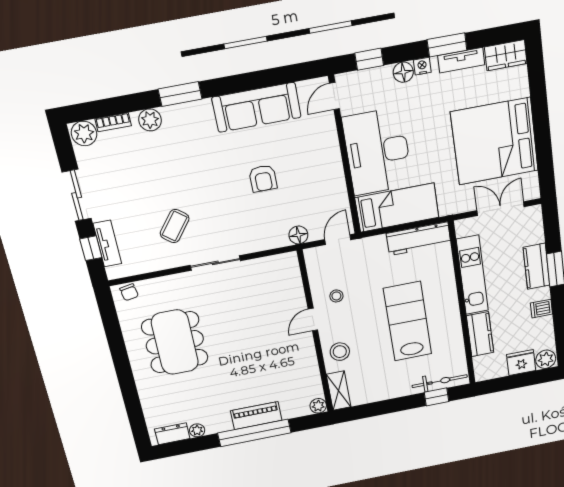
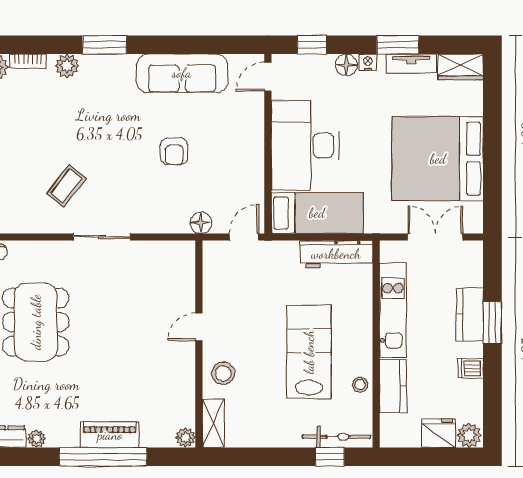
stool: (336, 296) -> (360, 385), moved

